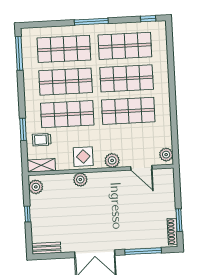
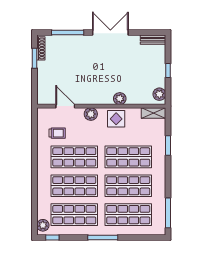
trolley: (42, 140) -> (57, 133), moved
plant: (166, 155) -> (43, 225), moved

